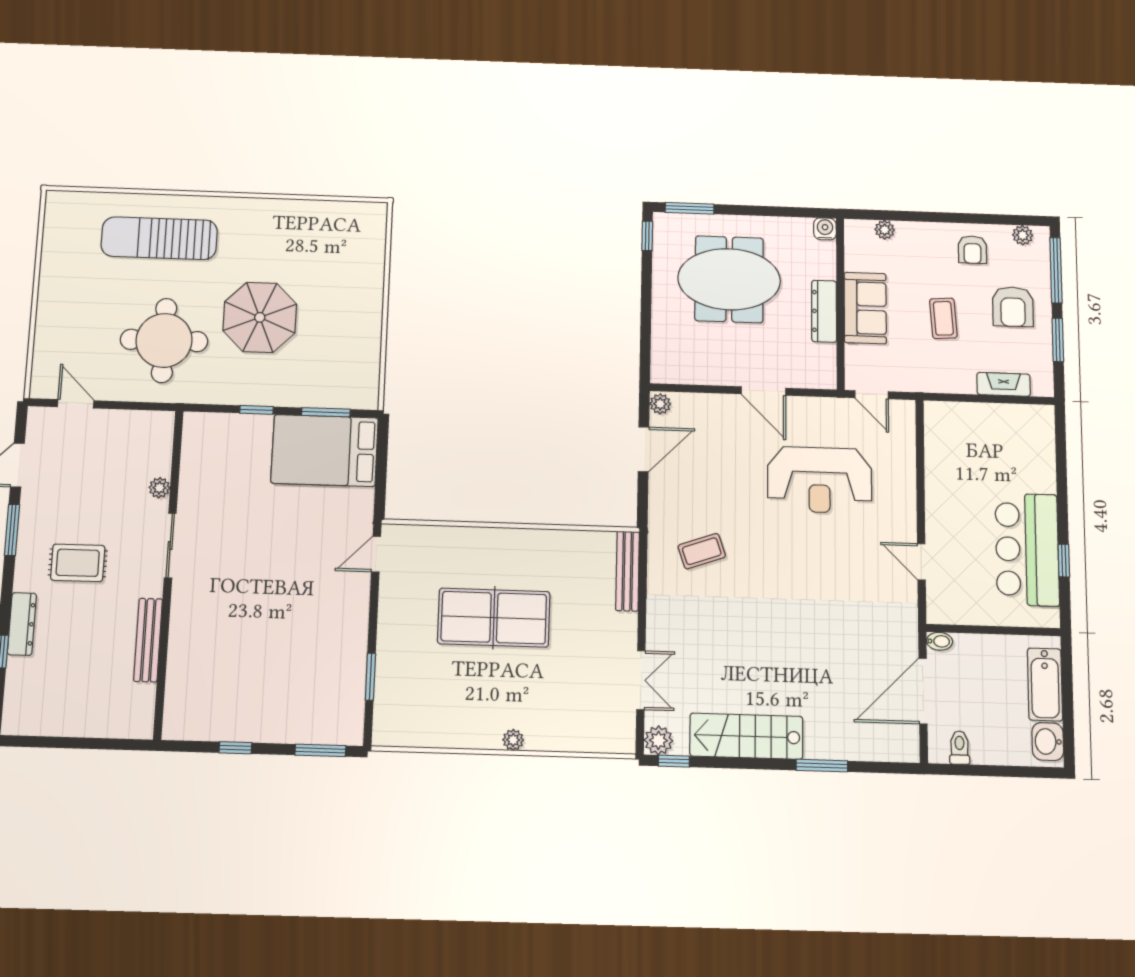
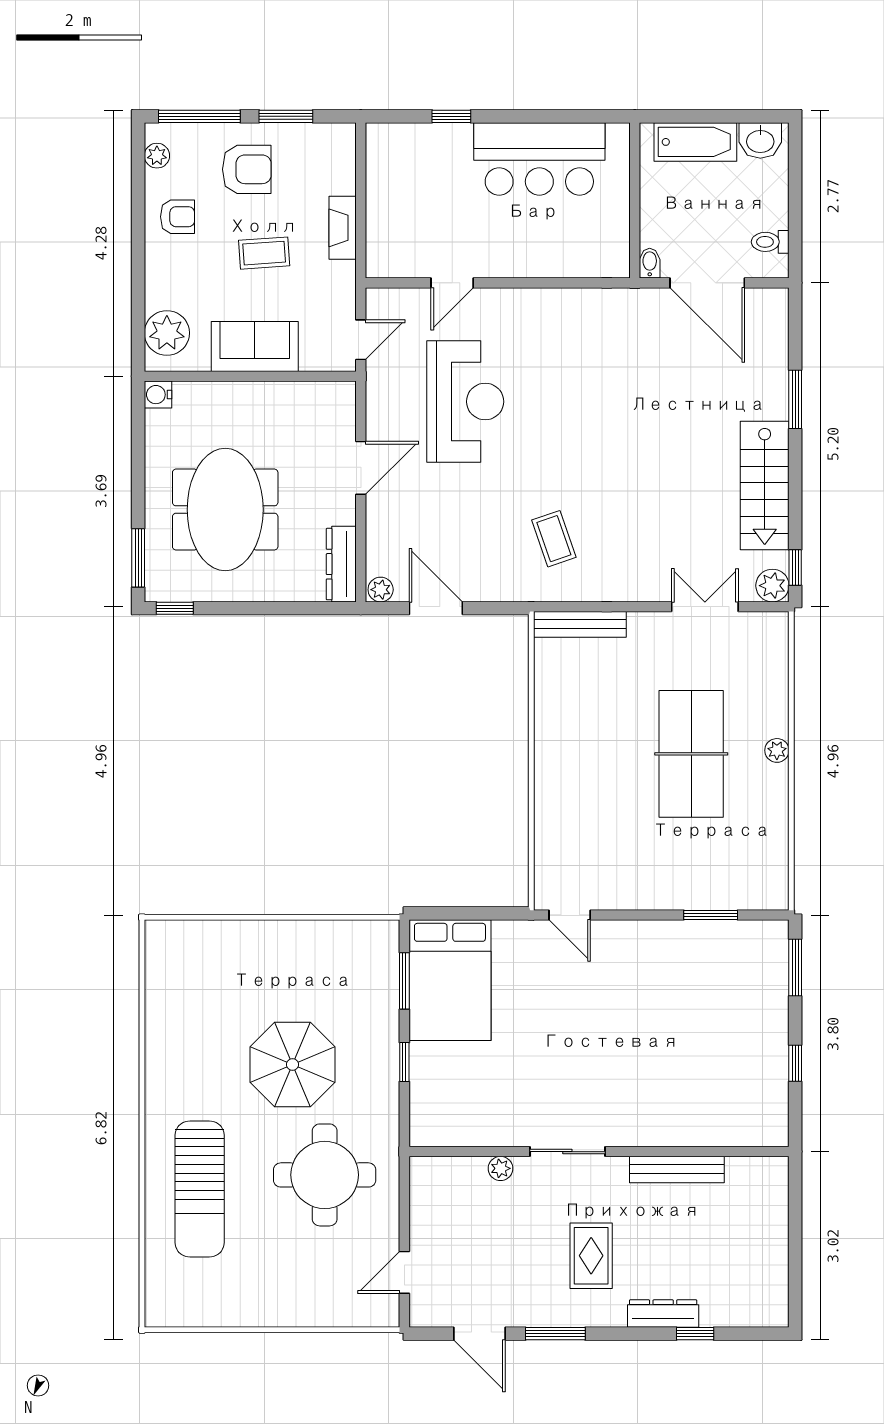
plant: (885, 230) -> (167, 333), width x1.88, depth x1.88
dresser: (824, 311) -> (341, 564), moved, turned 90
fireplace: (1004, 384) -> (343, 228), moved
window: (1064, 561) -> (451, 116), moved
door: (921, 562) -> (452, 283), moved
table tennis table: (494, 618) -> (691, 754), moved

